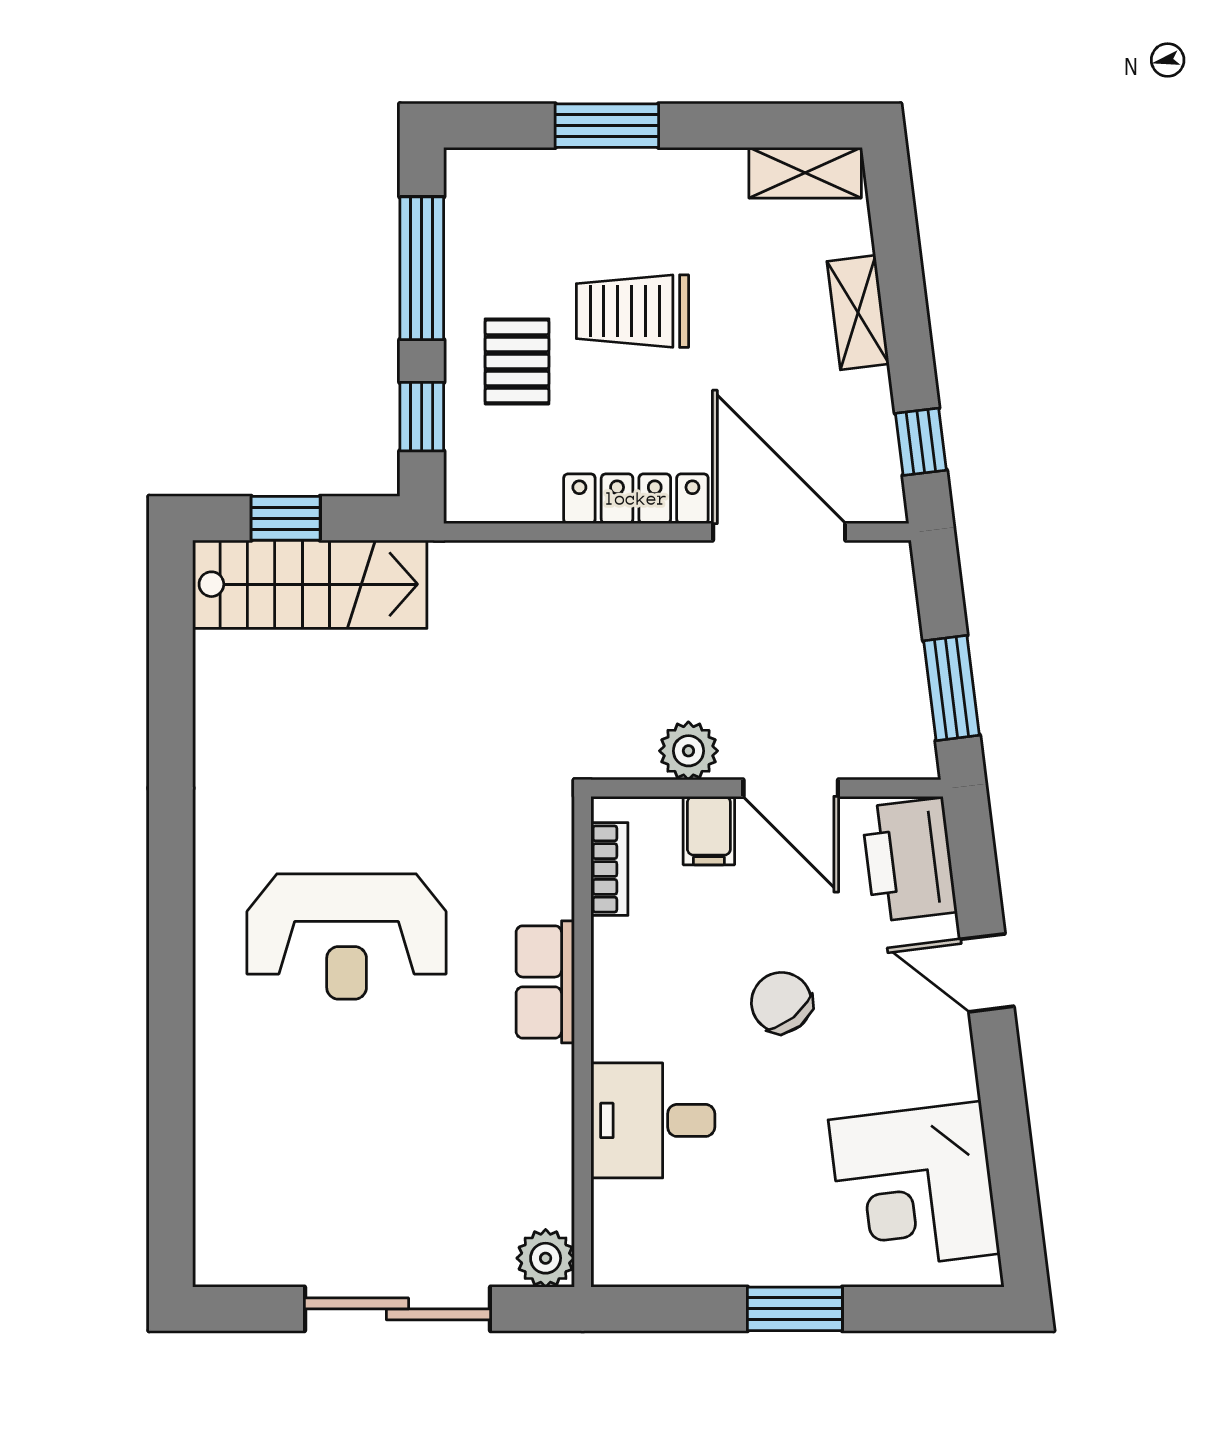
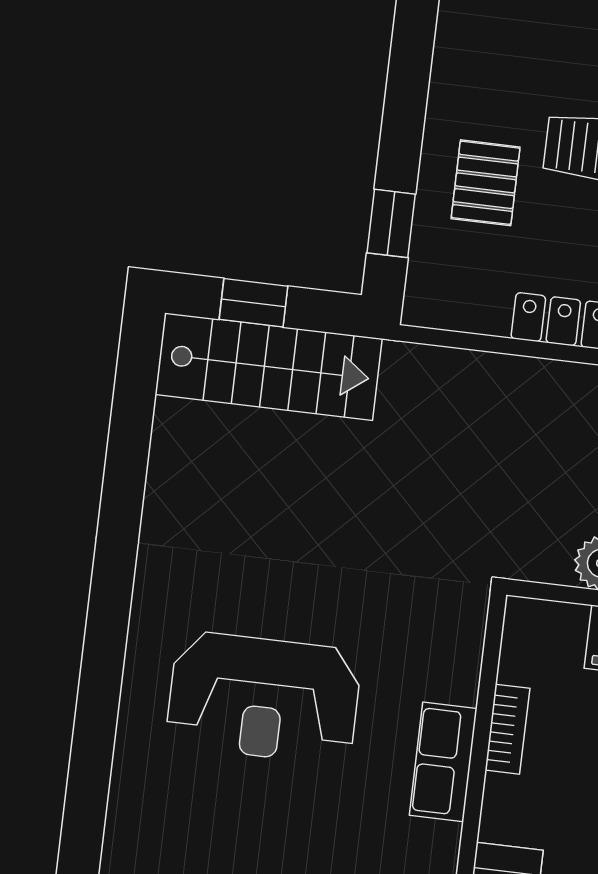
window: (422, 268) -> (408, 86), removed
bookcase: (609, 869) -> (507, 729), moved

